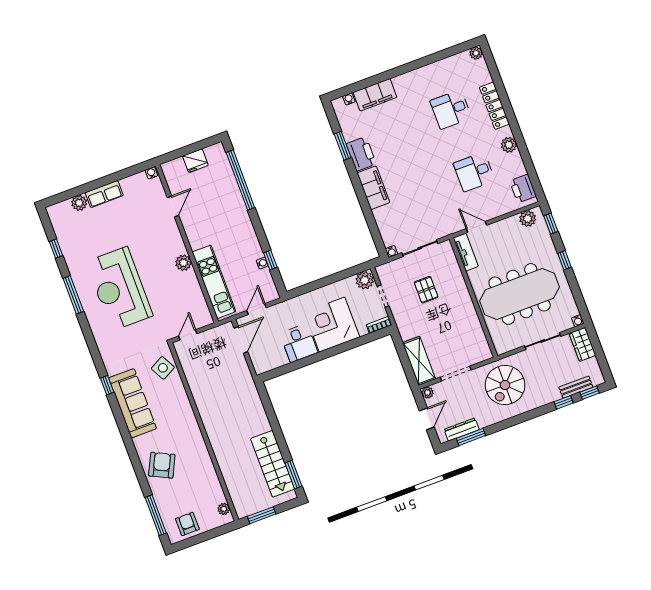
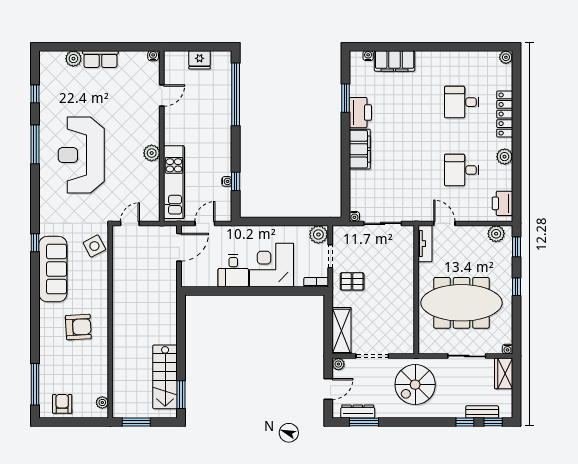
pallet: (426, 290) -> (352, 281), moved, turned 90
armchair: (162, 465) -> (78, 327), moved, turned 61

